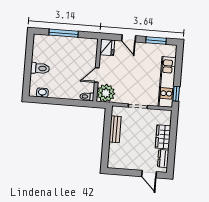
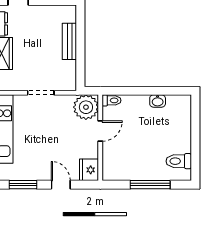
toilet: (40, 68) -> (179, 161), moved
washbasin: (42, 93) -> (158, 101), moved
bench: (115, 129) -> (69, 41), moved

